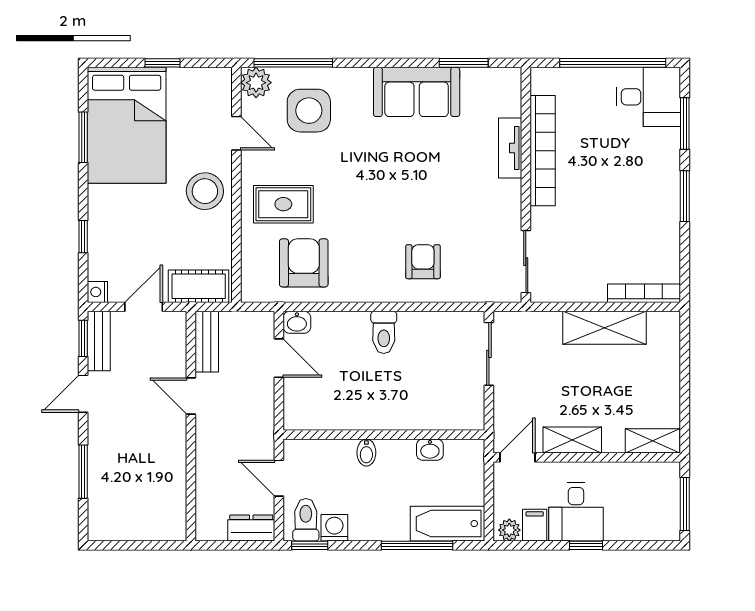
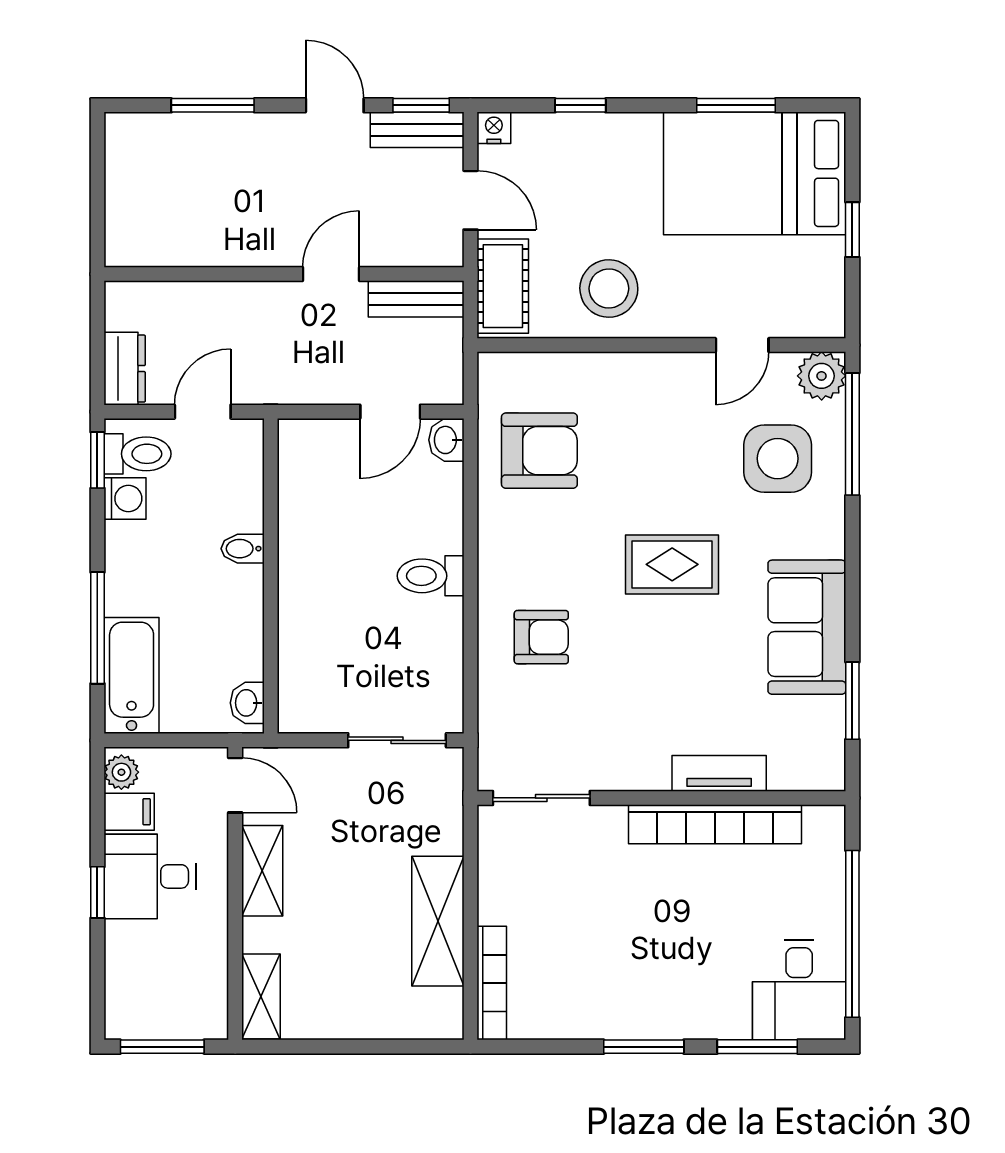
stool: (205, 191) -> (609, 289), moved
rug: (283, 204) -> (672, 564), moved, turned 90
washbasin: (430, 450) -> (247, 703), moved

